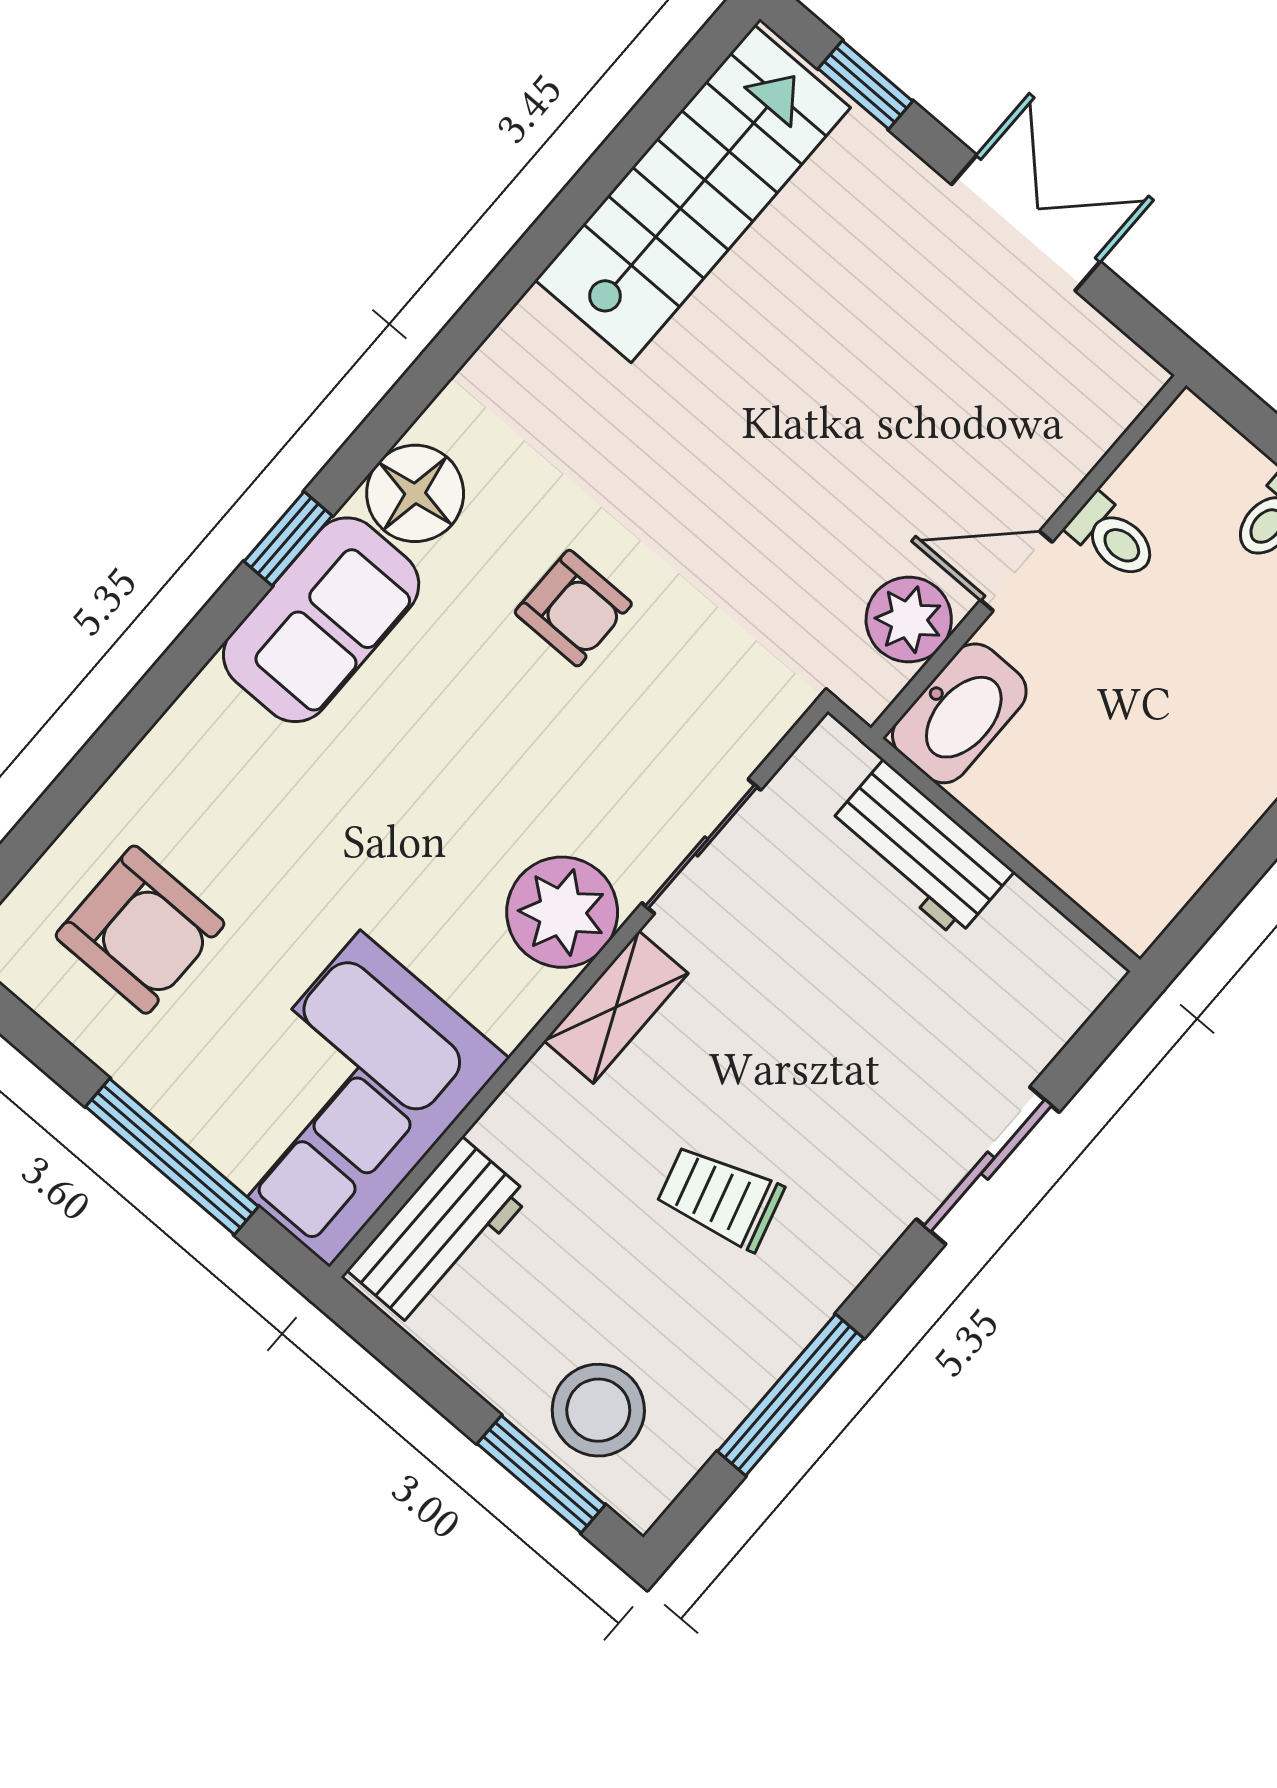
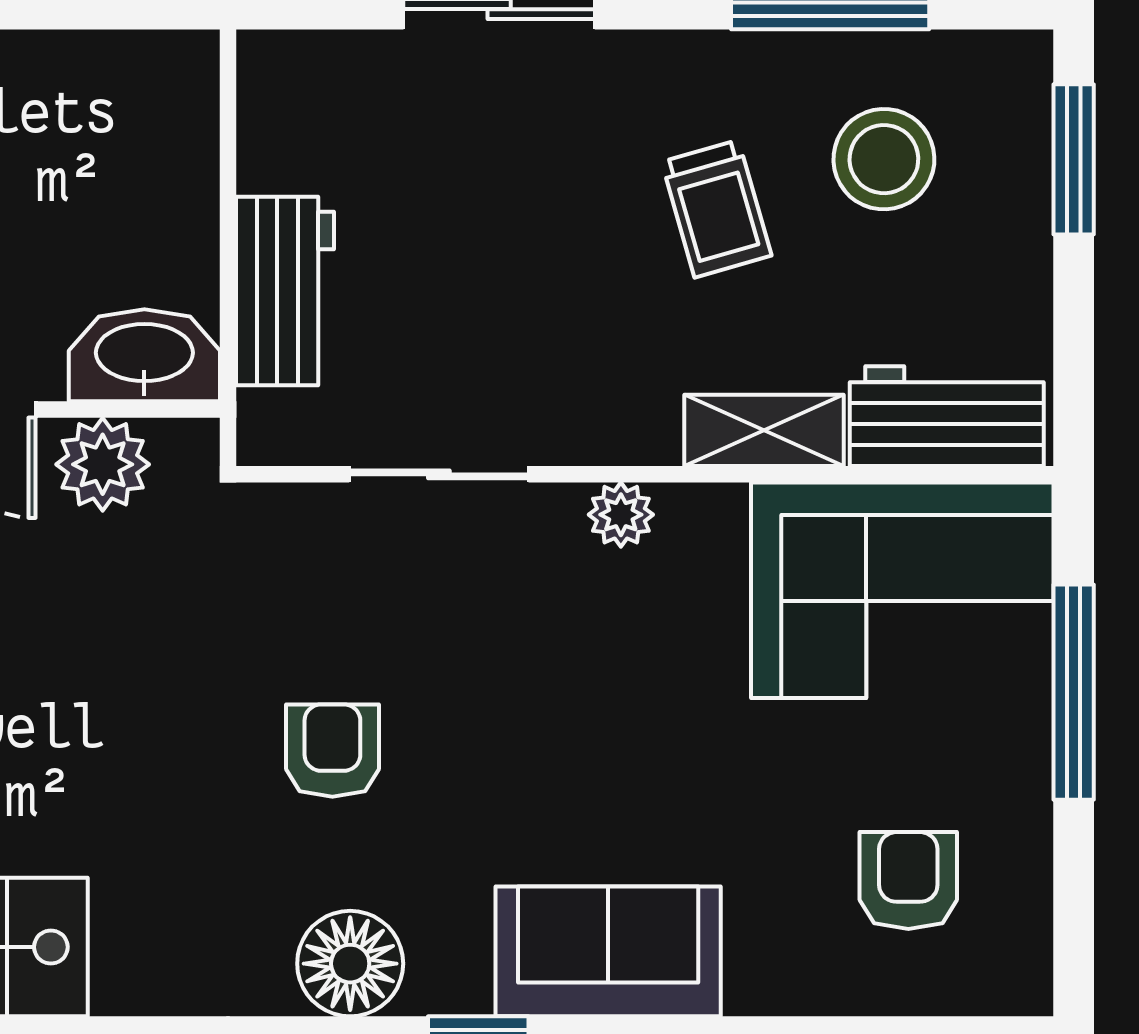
sofa: (321, 620) -> (608, 951), moved
plant: (562, 912) -> (621, 515), width x0.53, depth x0.53
armchair: (140, 930) -> (908, 881), width x0.72, depth x0.72
shelving: (616, 1007) -> (764, 430), moved
stool: (598, 1410) -> (884, 159), moved

